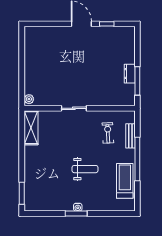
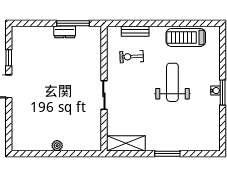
plant: (29, 99) -> (57, 146), moved
window: (137, 159) -> (161, 23), removed
weight bench: (85, 169) -> (172, 82), width x1.36, depth x1.33
window: (22, 193) -> (167, 154), moved

